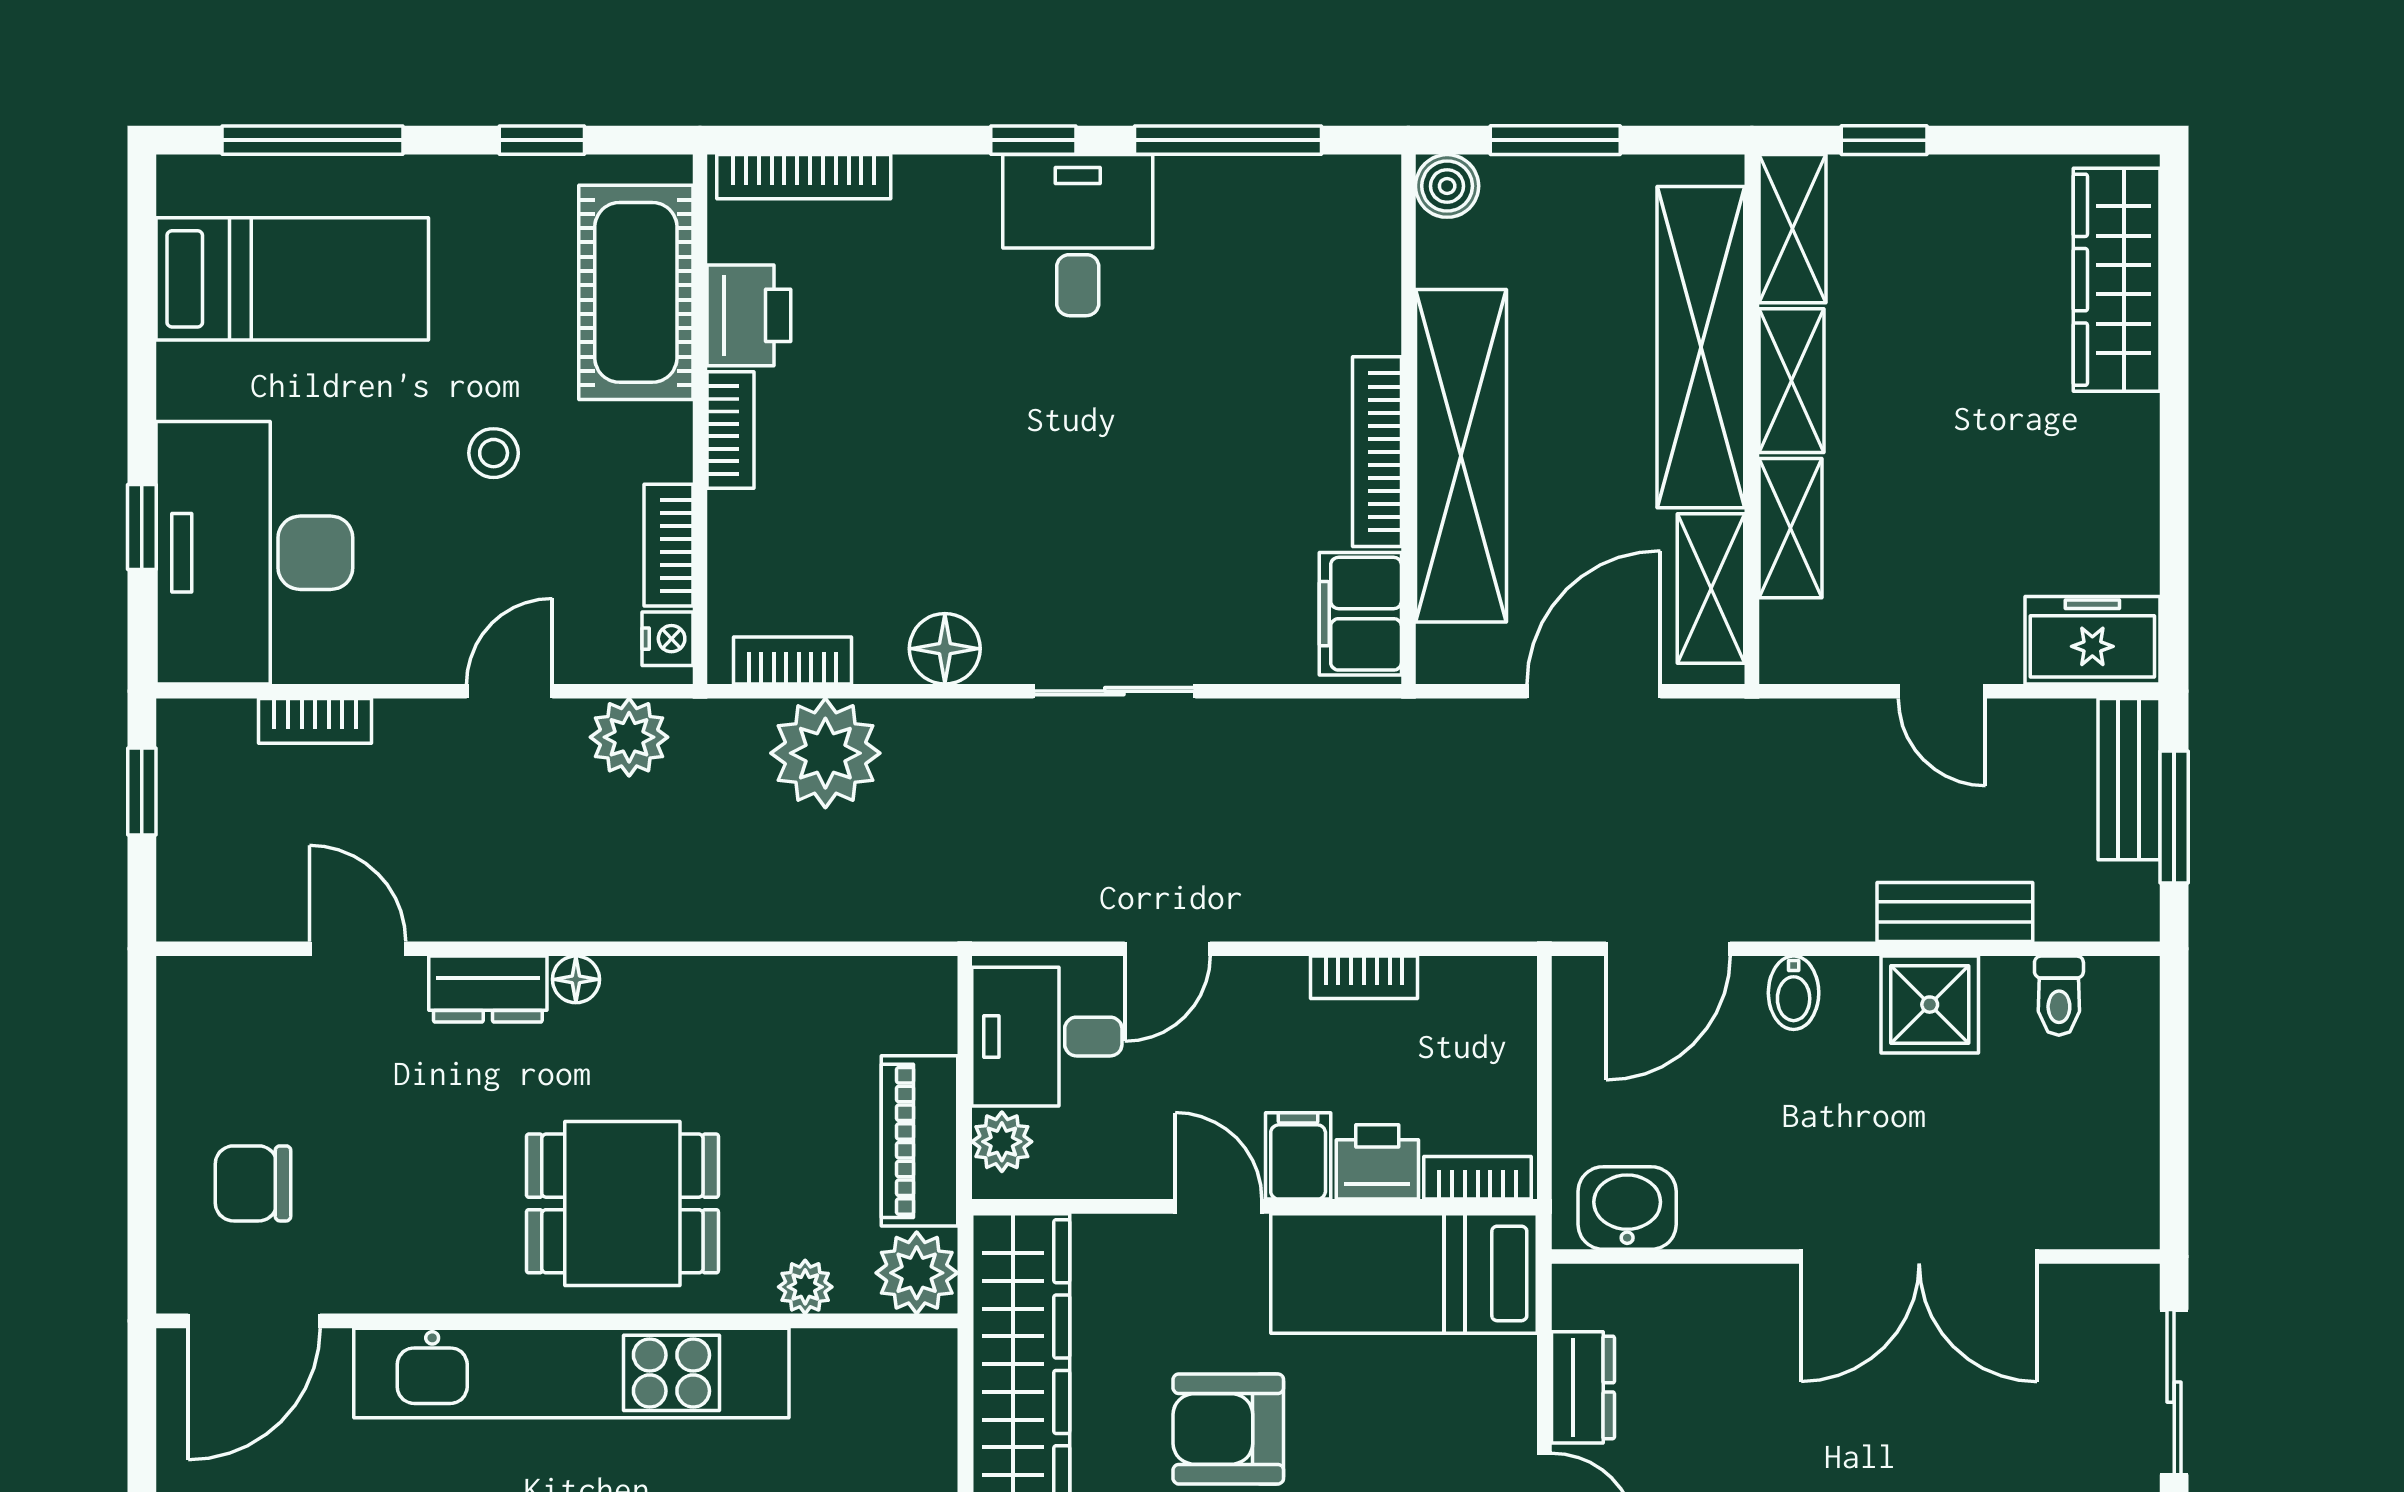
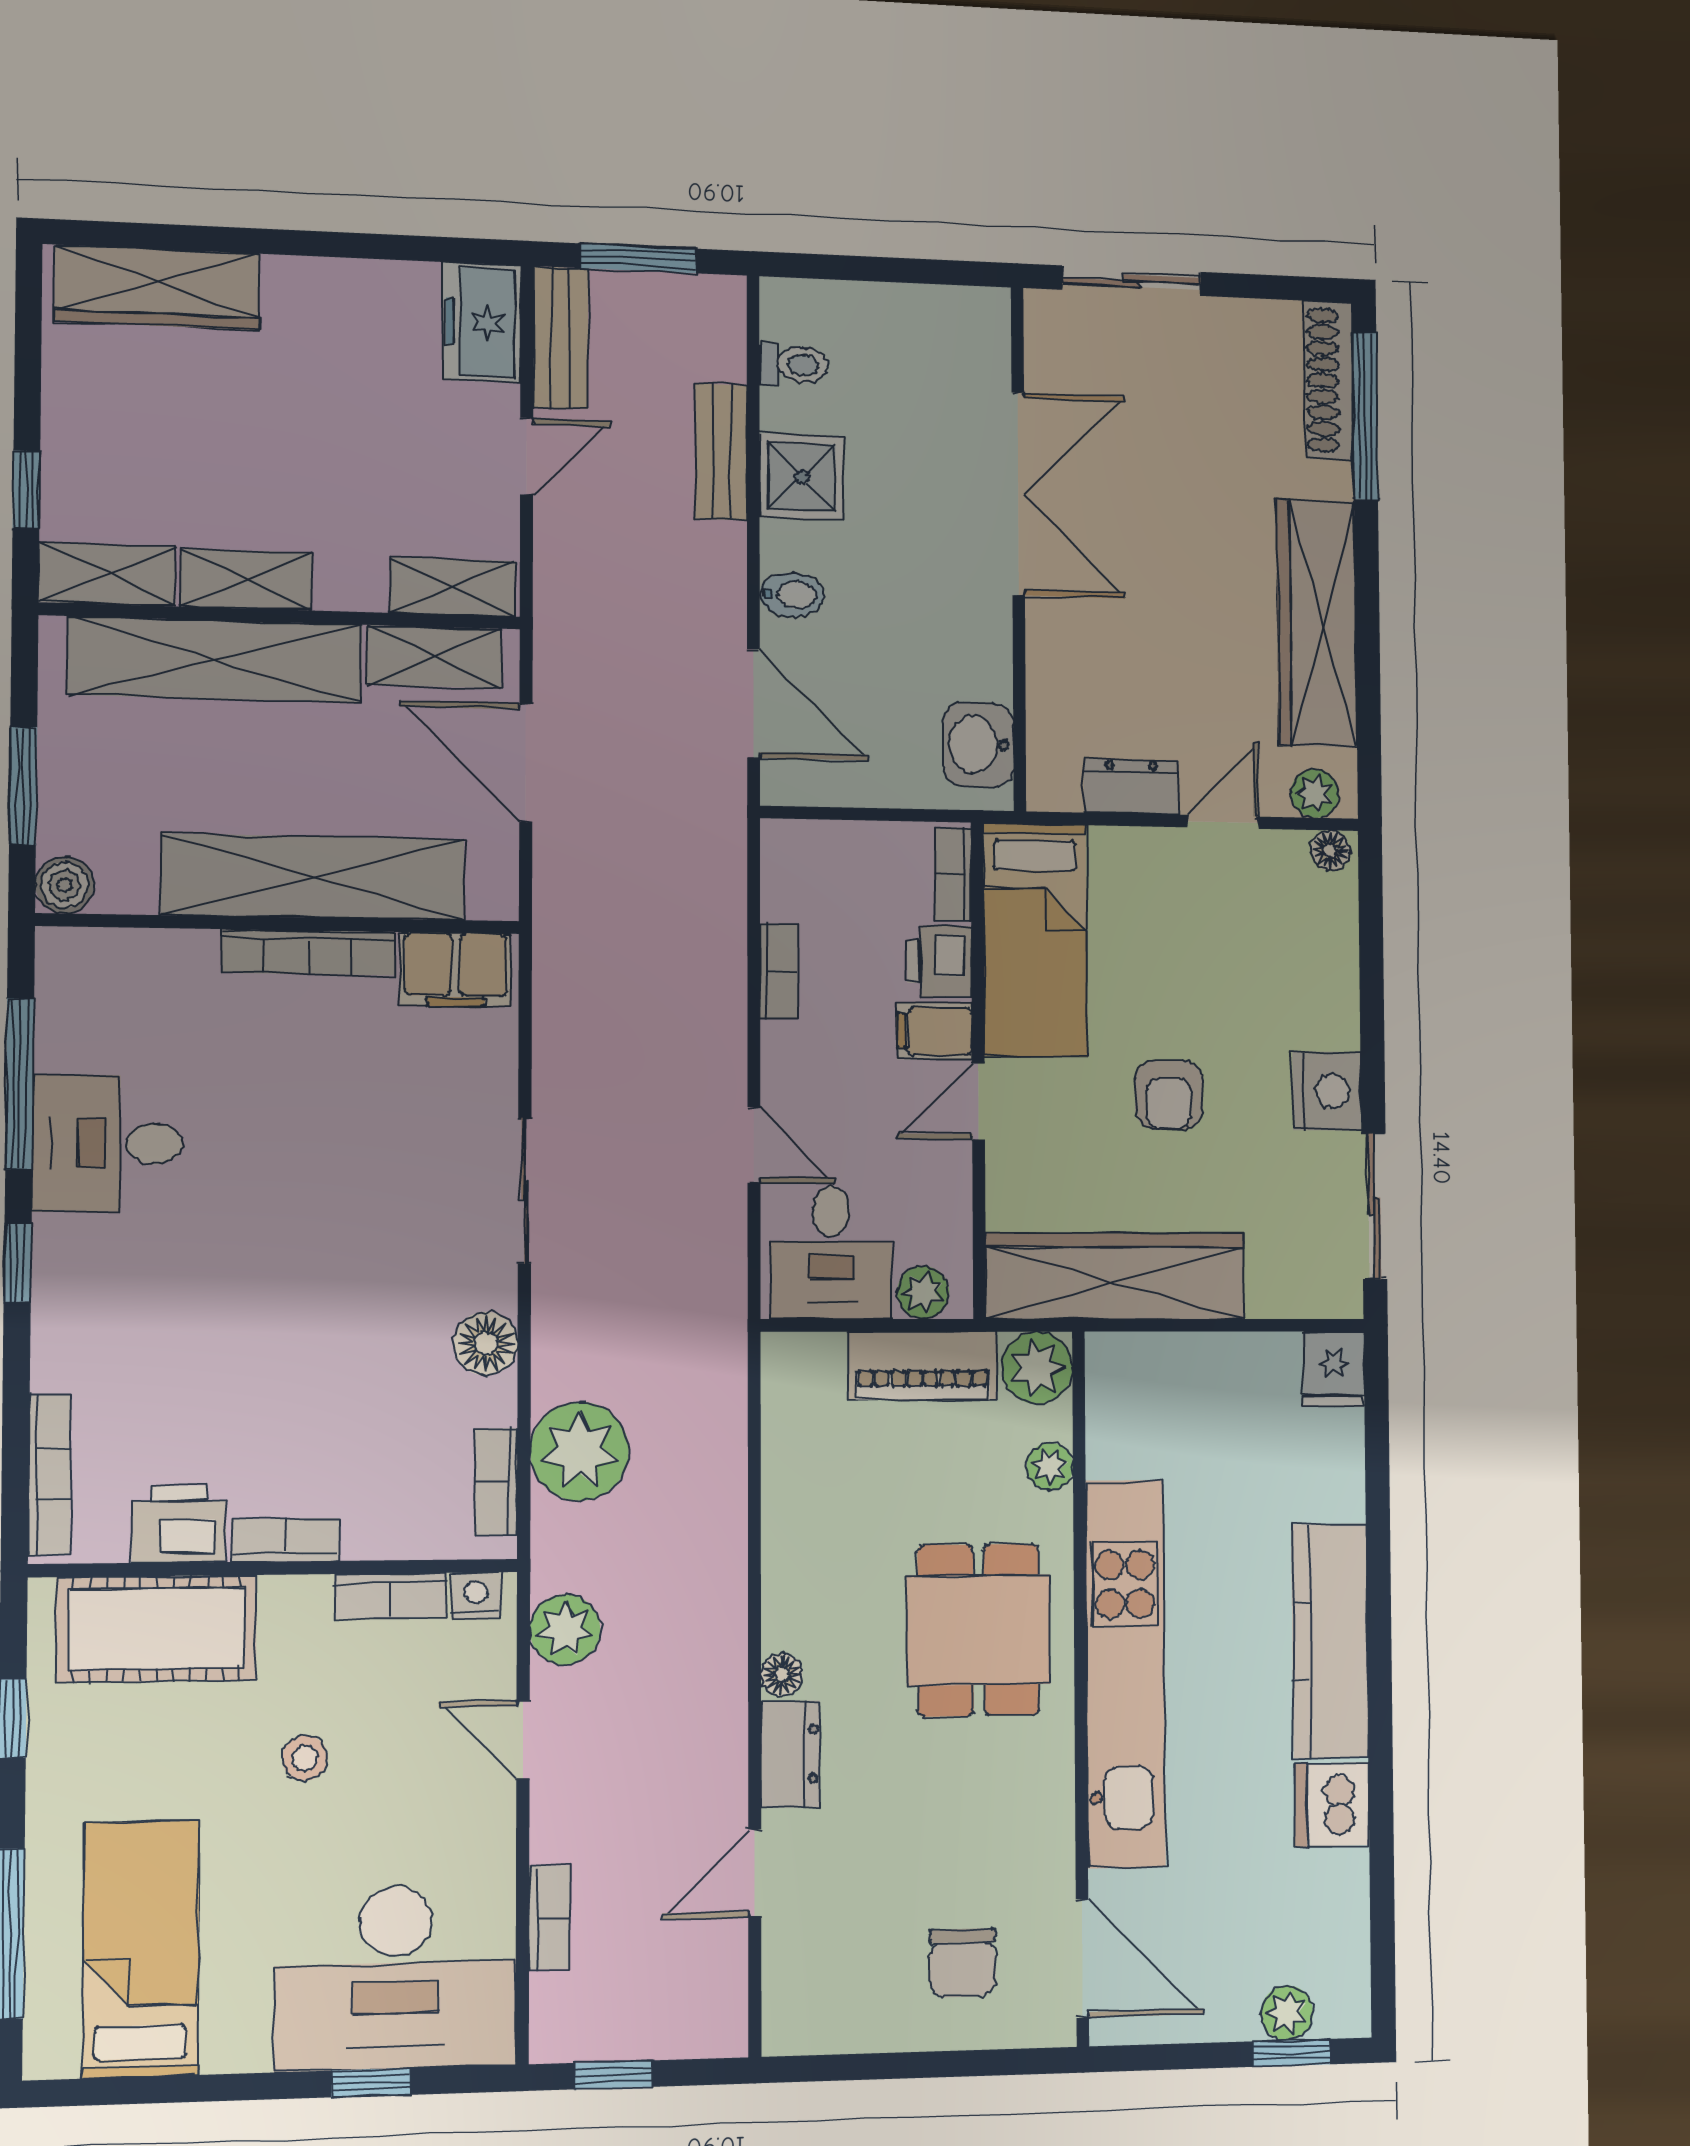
desk: (1078, 235) -> (108, 1143), moved
shelving: (1790, 528) -> (453, 587), moved
bench: (2129, 779) -> (561, 338), moved, turned 90
armchair: (1228, 1429) -> (1169, 1095), width x0.72, depth x0.72

